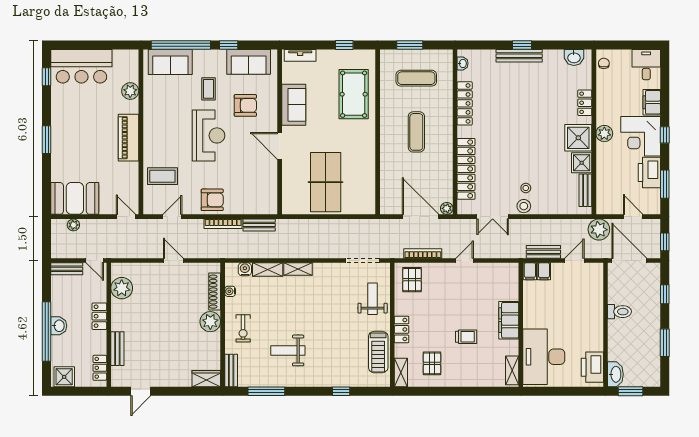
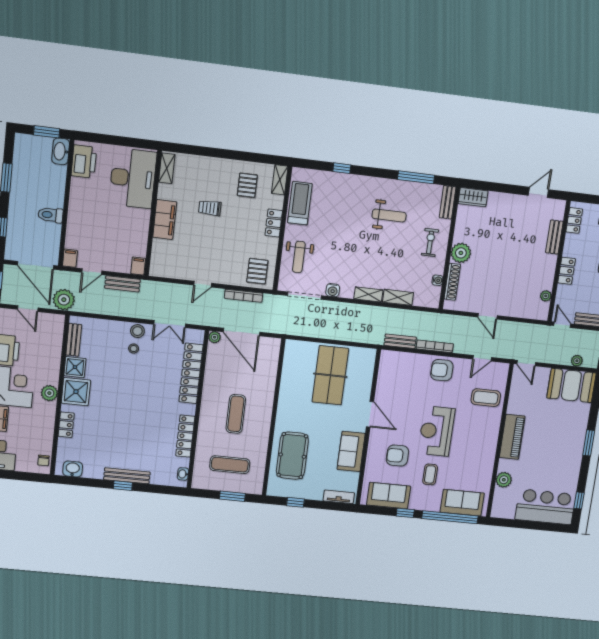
double door: (493, 217) -> (170, 324), swing flipped
water cooler: (245, 269) -> (333, 290), moved
filing cabinet: (544, 271) -> (70, 258), moved
plant: (122, 288) -> (546, 296), width x0.53, depth x0.53

